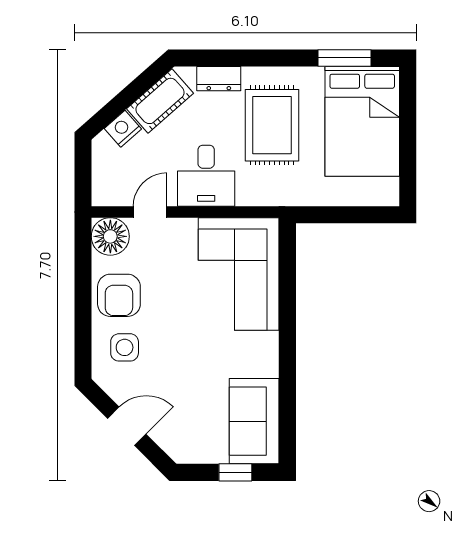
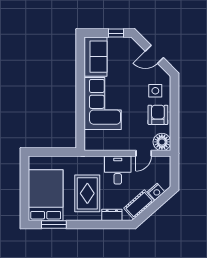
corner sofa: (239, 274) -> (103, 104), moved
window: (235, 472) -> (116, 33), moved

